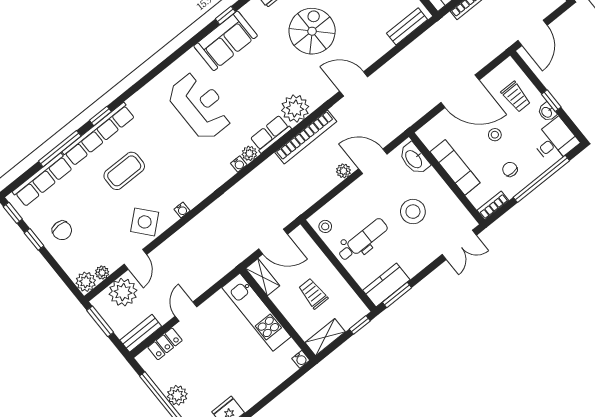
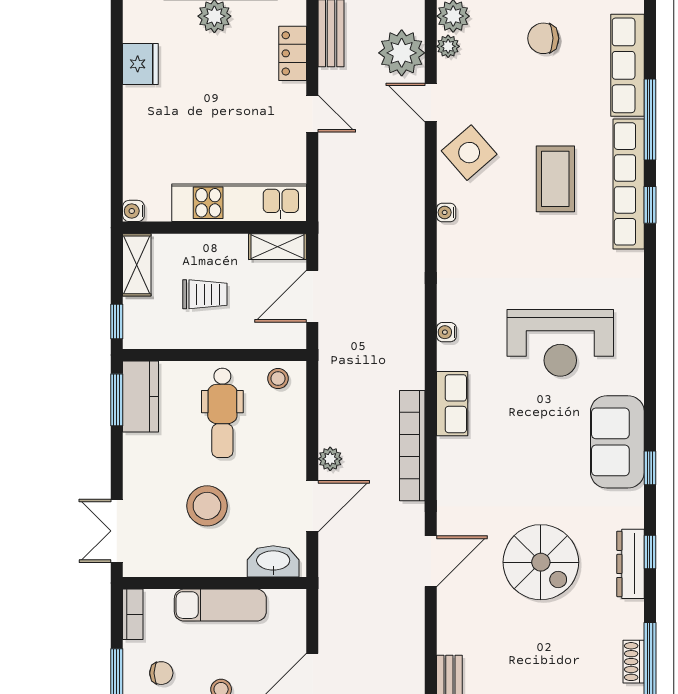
plant: (295, 108) -> (460, 461), removed
plant: (249, 153) -> (449, 357), removed

